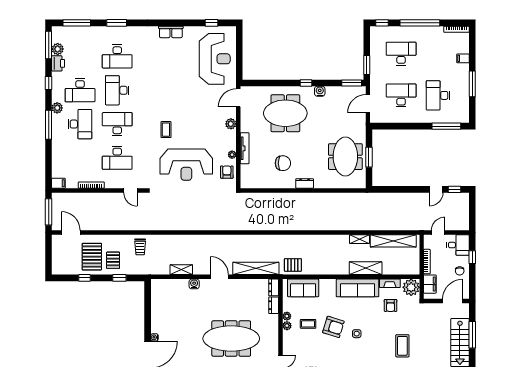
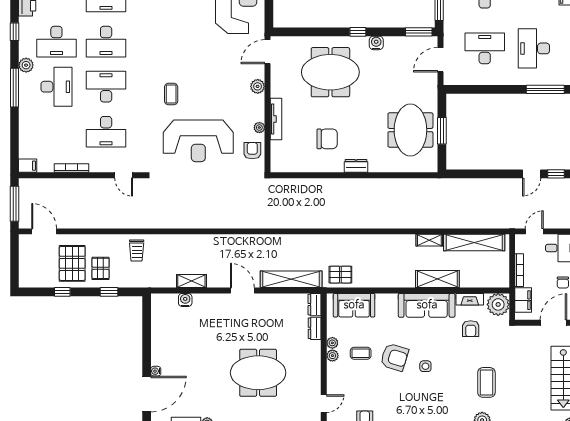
desk: (117, 90) -> (106, 42), turned -90
water cooler: (194, 284) -> (185, 300), moved
meeting table: (231, 339) -> (258, 373), width x0.73

